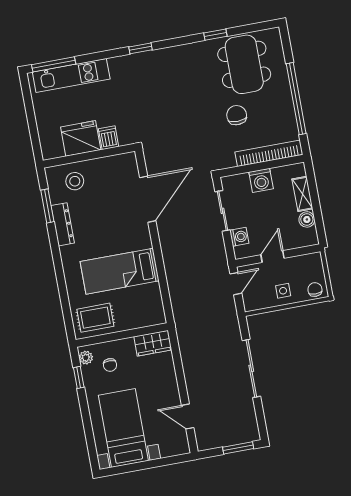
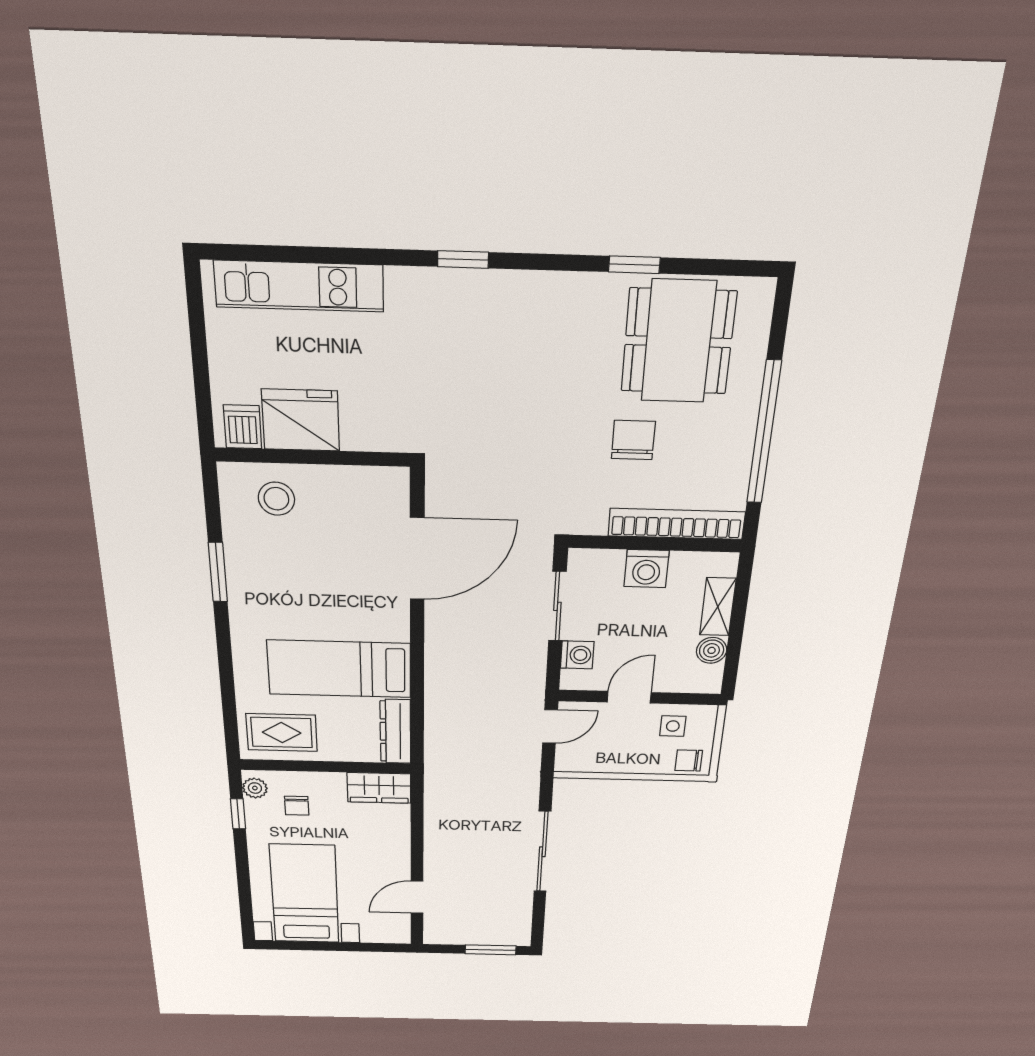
window: (54, 64) -> (263, 253), removed
dishwasher: (109, 138) -> (243, 427), moved
window: (47, 206) -> (218, 572), moved
dresser: (63, 224) -> (395, 732), moved, turned 180
chair: (315, 289) -> (689, 760), turned -90
side table: (283, 291) -> (673, 726), moved
door: (188, 417) -> (417, 897), hinge flipped

